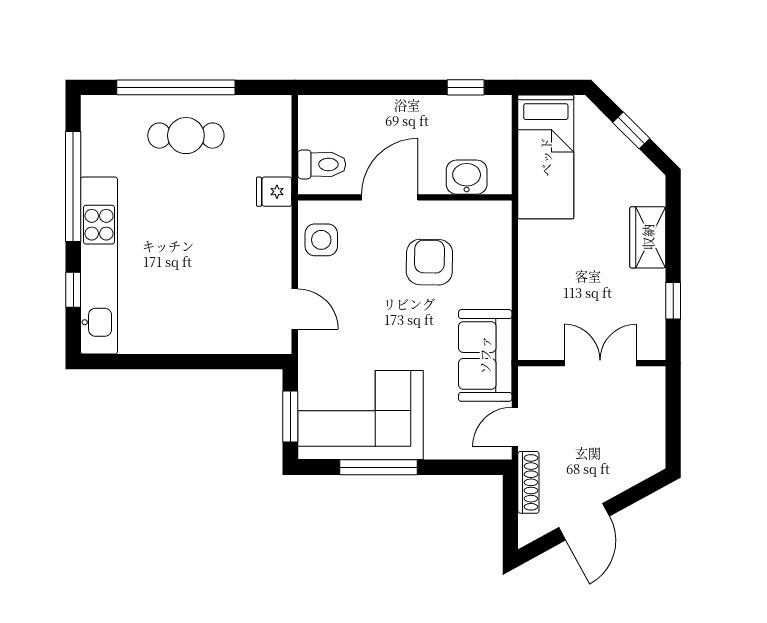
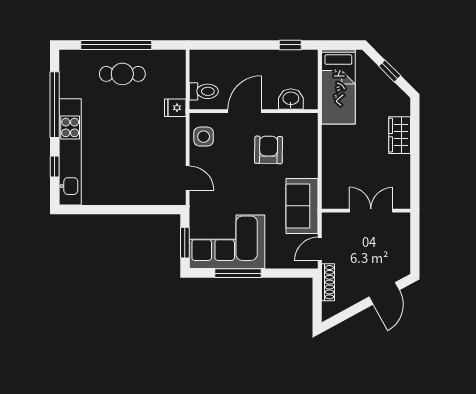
window: (673, 301) -> (415, 173), removed
door: (584, 522) -> (384, 293), moved

